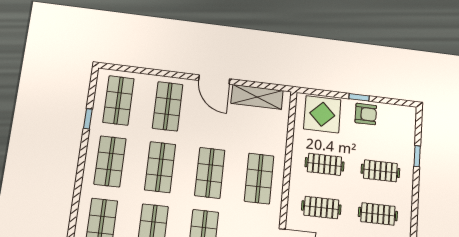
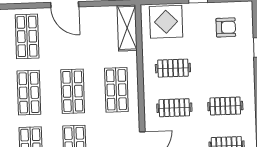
shelving: (257, 97) -> (127, 28), moved, turned 90
armchair: (366, 114) -> (226, 27), moved
clothes rail: (380, 171) -> (224, 66), removed

